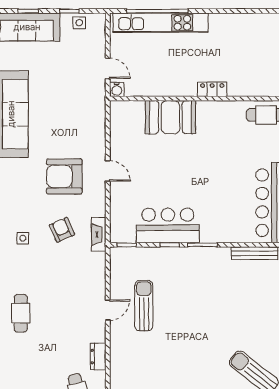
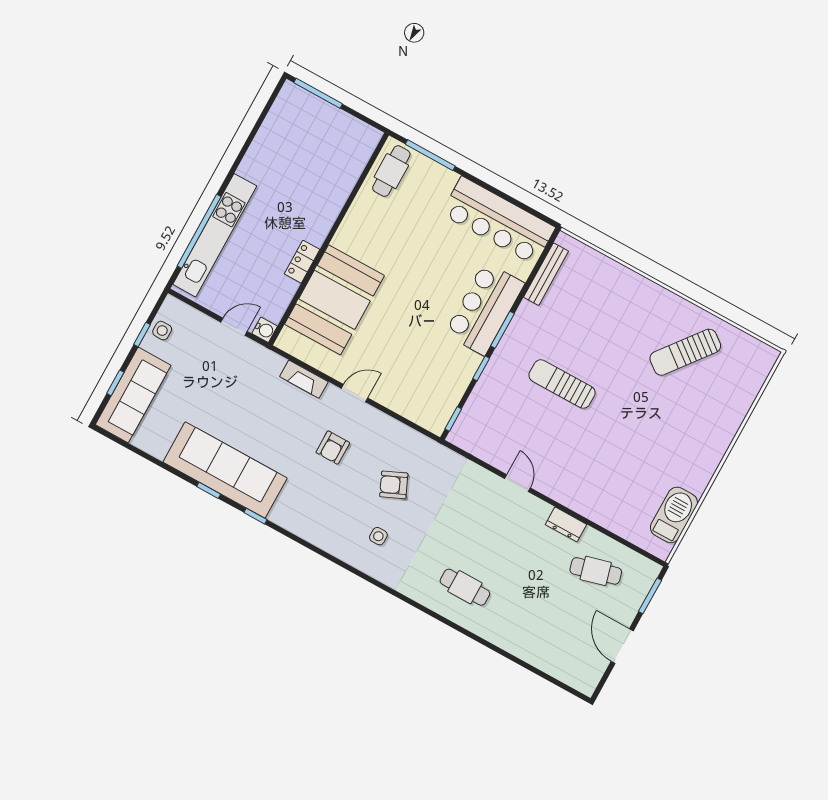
locker: (212, 89) -> (302, 262), moved
booth: (170, 117) -> (334, 300), width x1.36, depth x1.42
armchair: (64, 176) -> (333, 448), width x0.53, depth x0.53
bar counter: (168, 225) -> (485, 309), moved
fireplace: (99, 235) -> (304, 379), moved
sun lounger: (144, 306) -> (562, 384), moved

